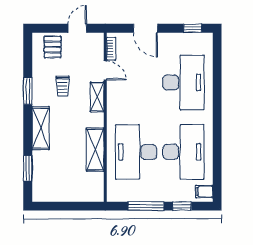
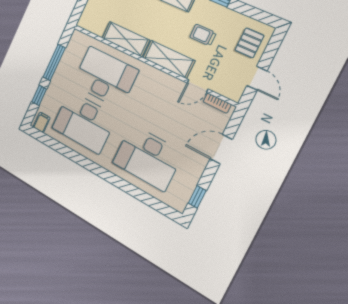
pallet: (53, 47) -> (249, 43), turned 90
shelving: (97, 97) -> (169, 59), width x1.50, depth x1.33

